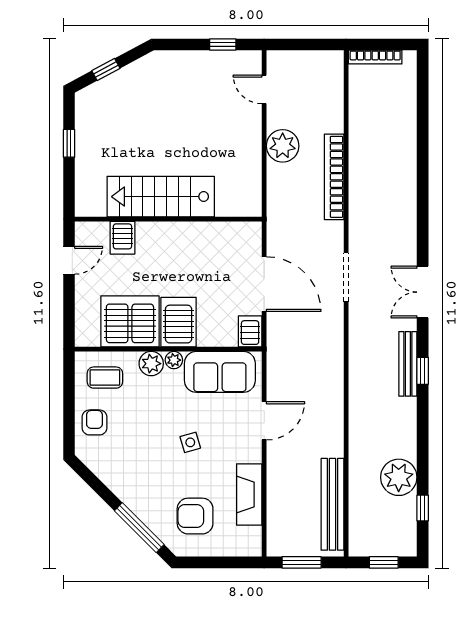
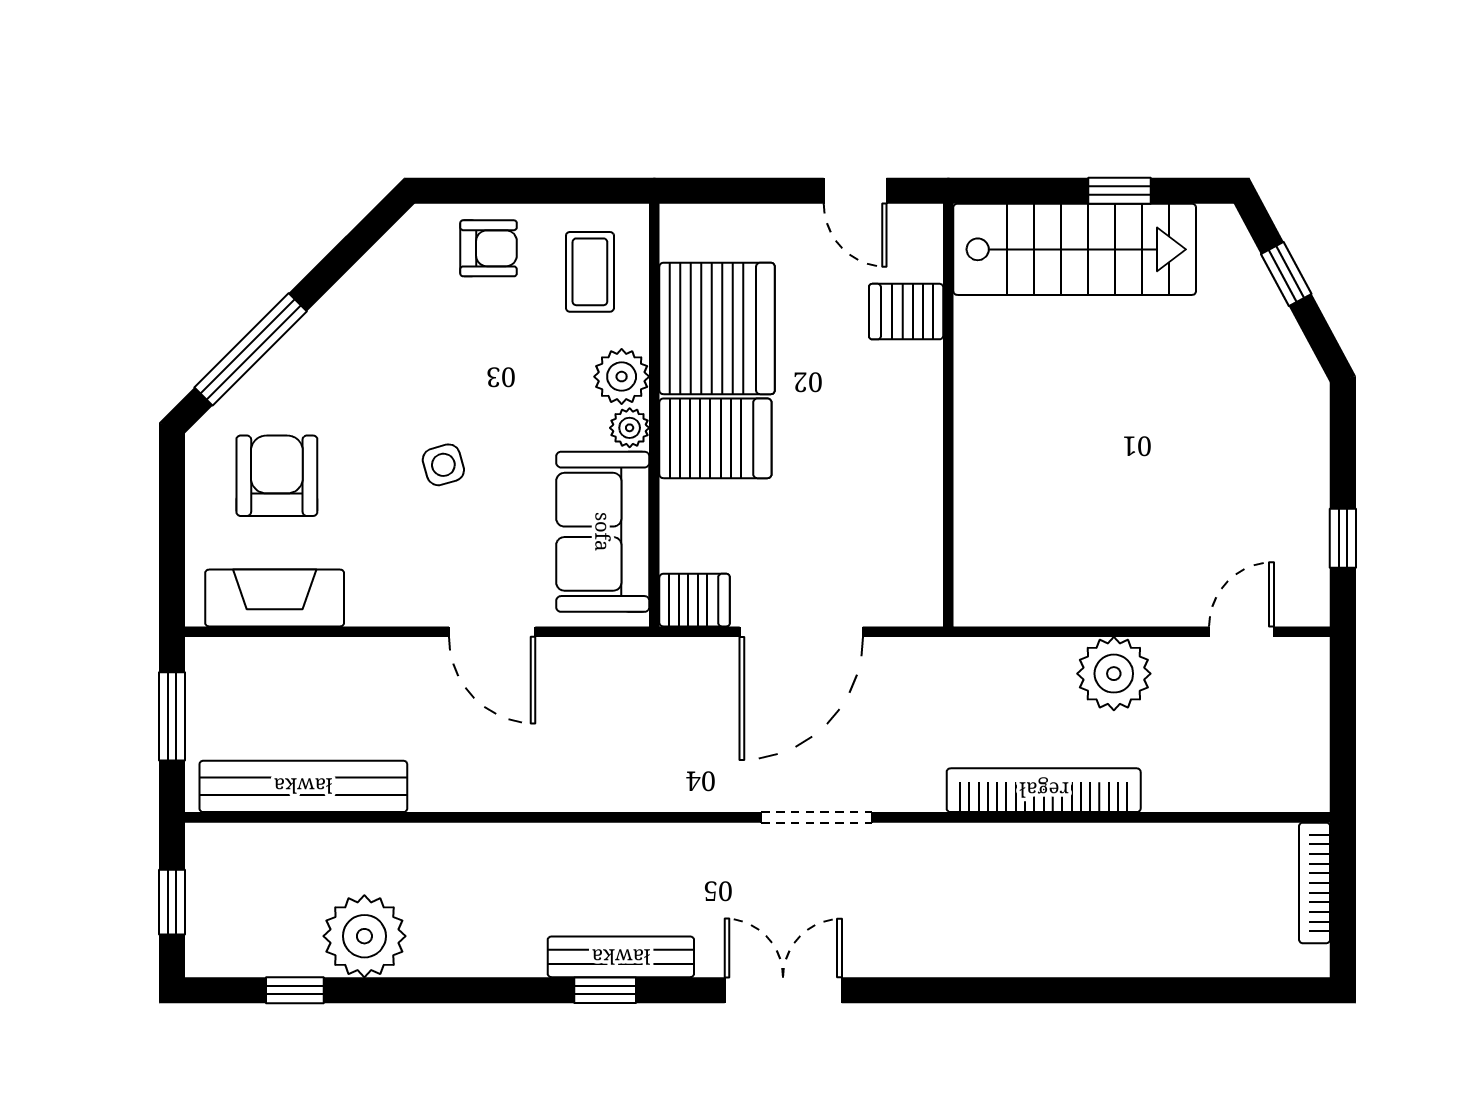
stairs: (161, 197) -> (1075, 249), moved, turned 90
fireplace: (249, 495) -> (275, 598), moved

